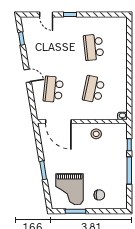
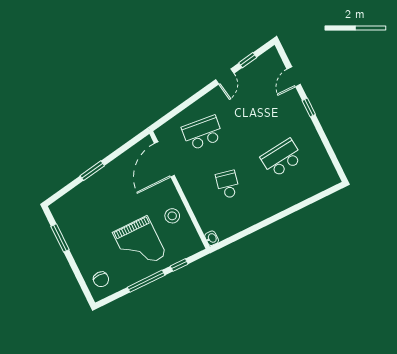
door: (28, 76) -> (225, 76), moved
school desk: (94, 89) -> (228, 184), width x0.54
grand piano: (69, 189) -> (140, 244), moved, turned -90
chair: (99, 195) -> (101, 279), moved

